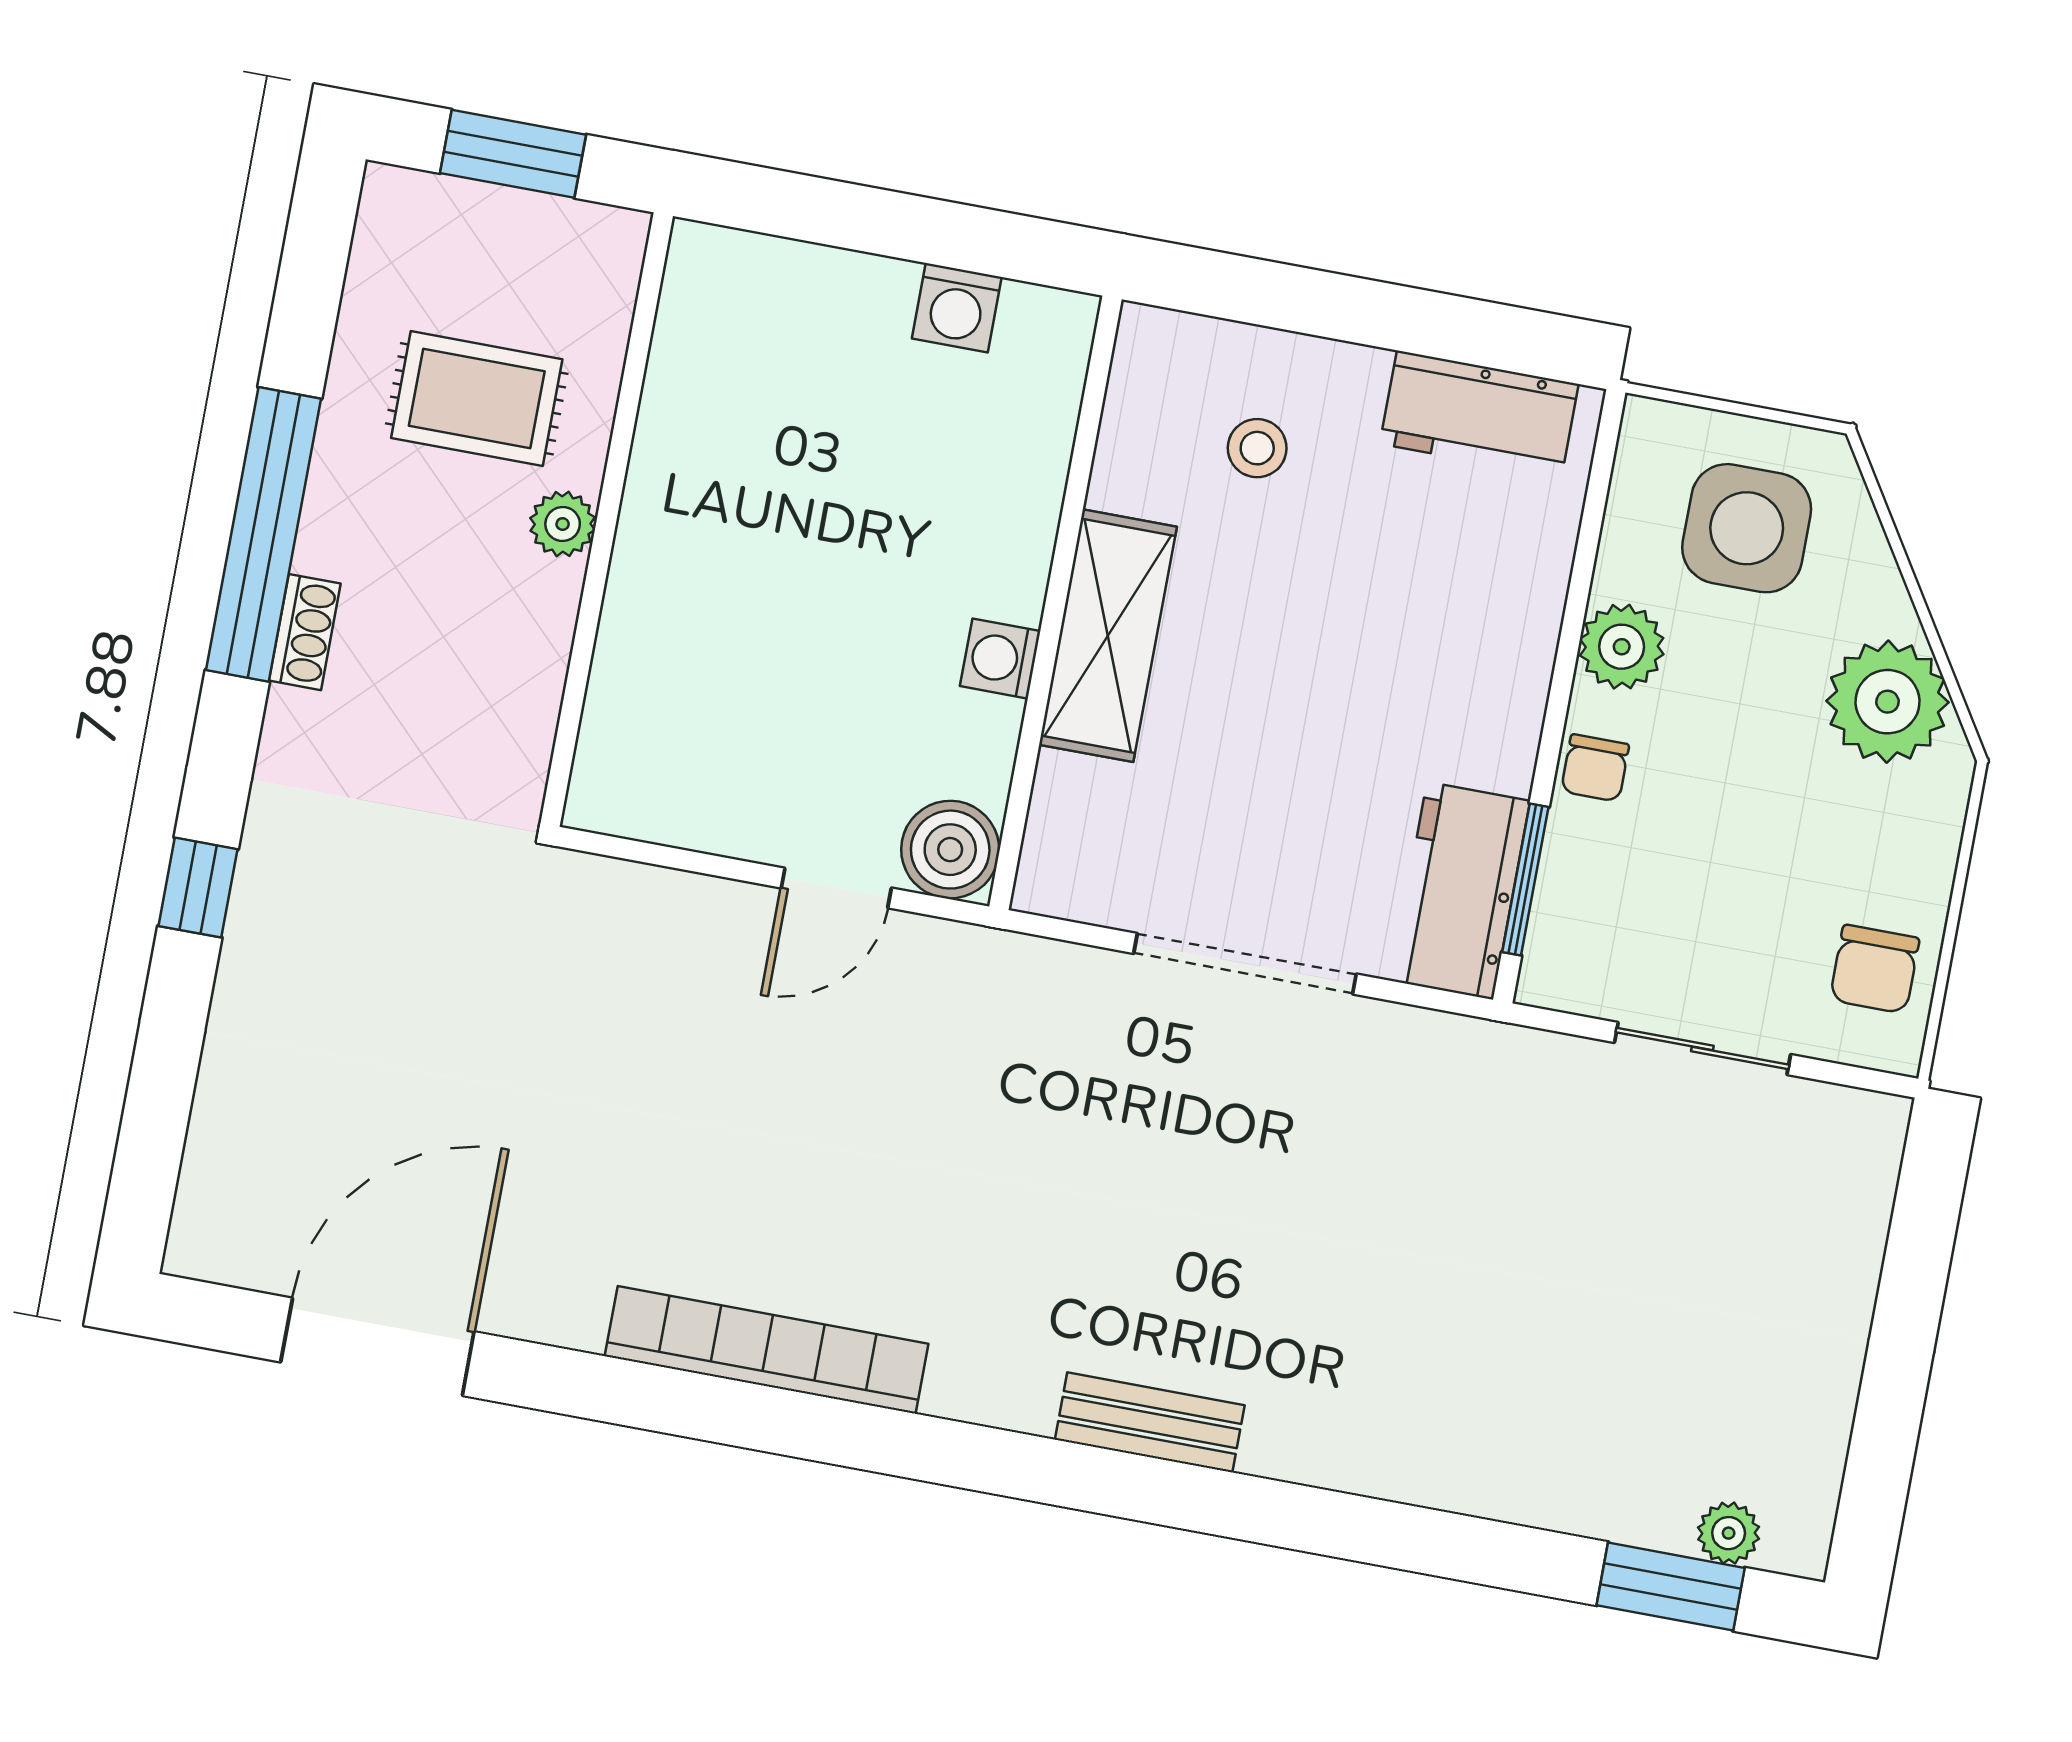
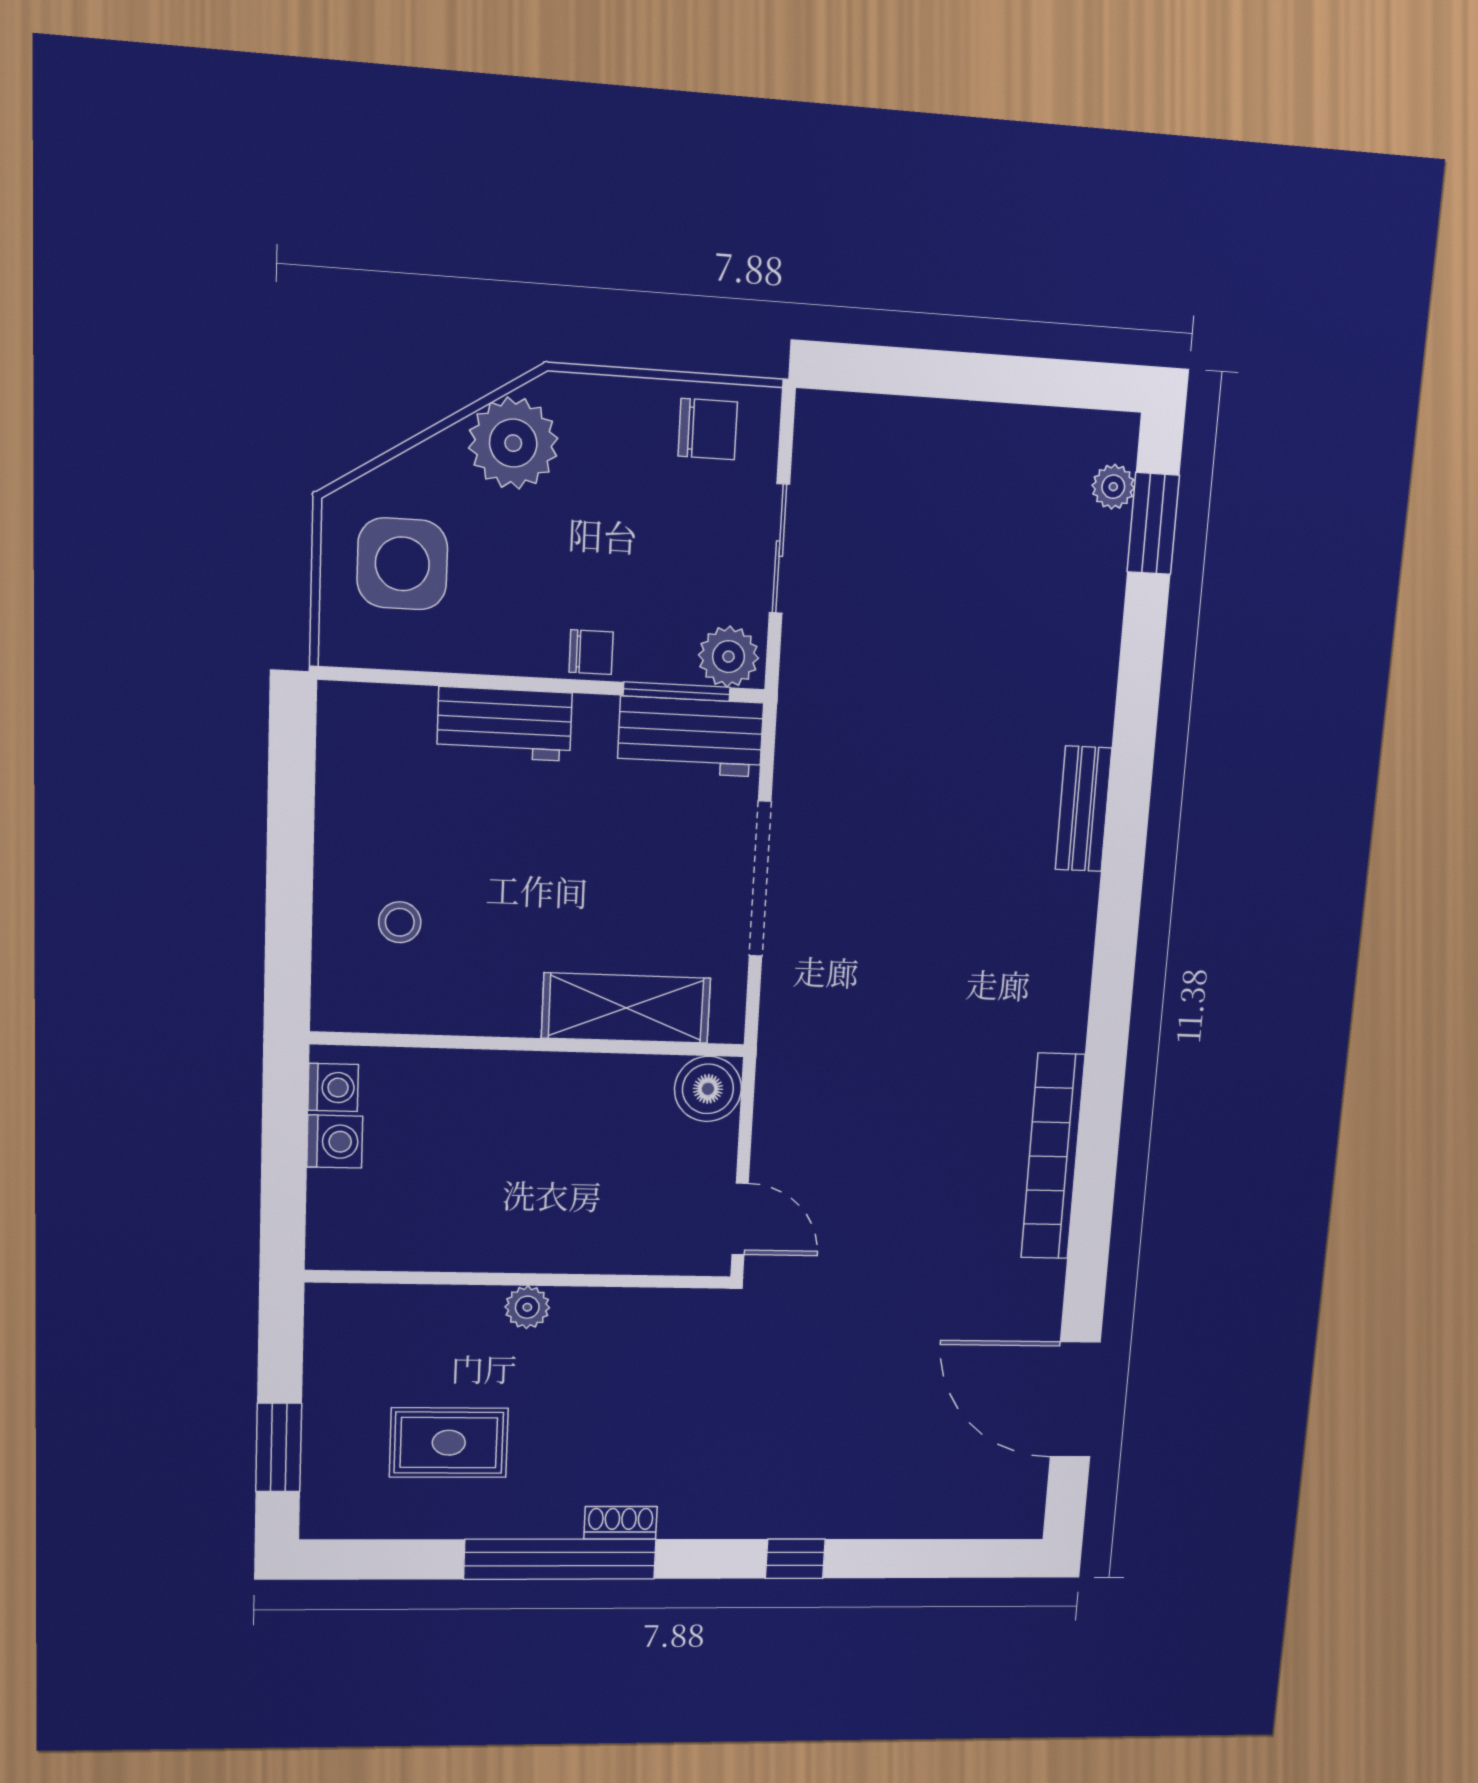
rug: (477, 399) -> (449, 1443), turned 90
workbench: (1479, 414) -> (505, 724), moved, turned 90
wall: (607, 520) -> (520, 1279), moved
plant: (563, 524) -> (527, 1307), moved
shelving: (1108, 636) -> (626, 1008), moved
plant: (1622, 647) -> (728, 657), moved
washing machine: (1000, 659) -> (333, 1087), moved, turned -90
door: (836, 888) -> (740, 1219), moved
bench: (1150, 1422) -> (1084, 809), moved

